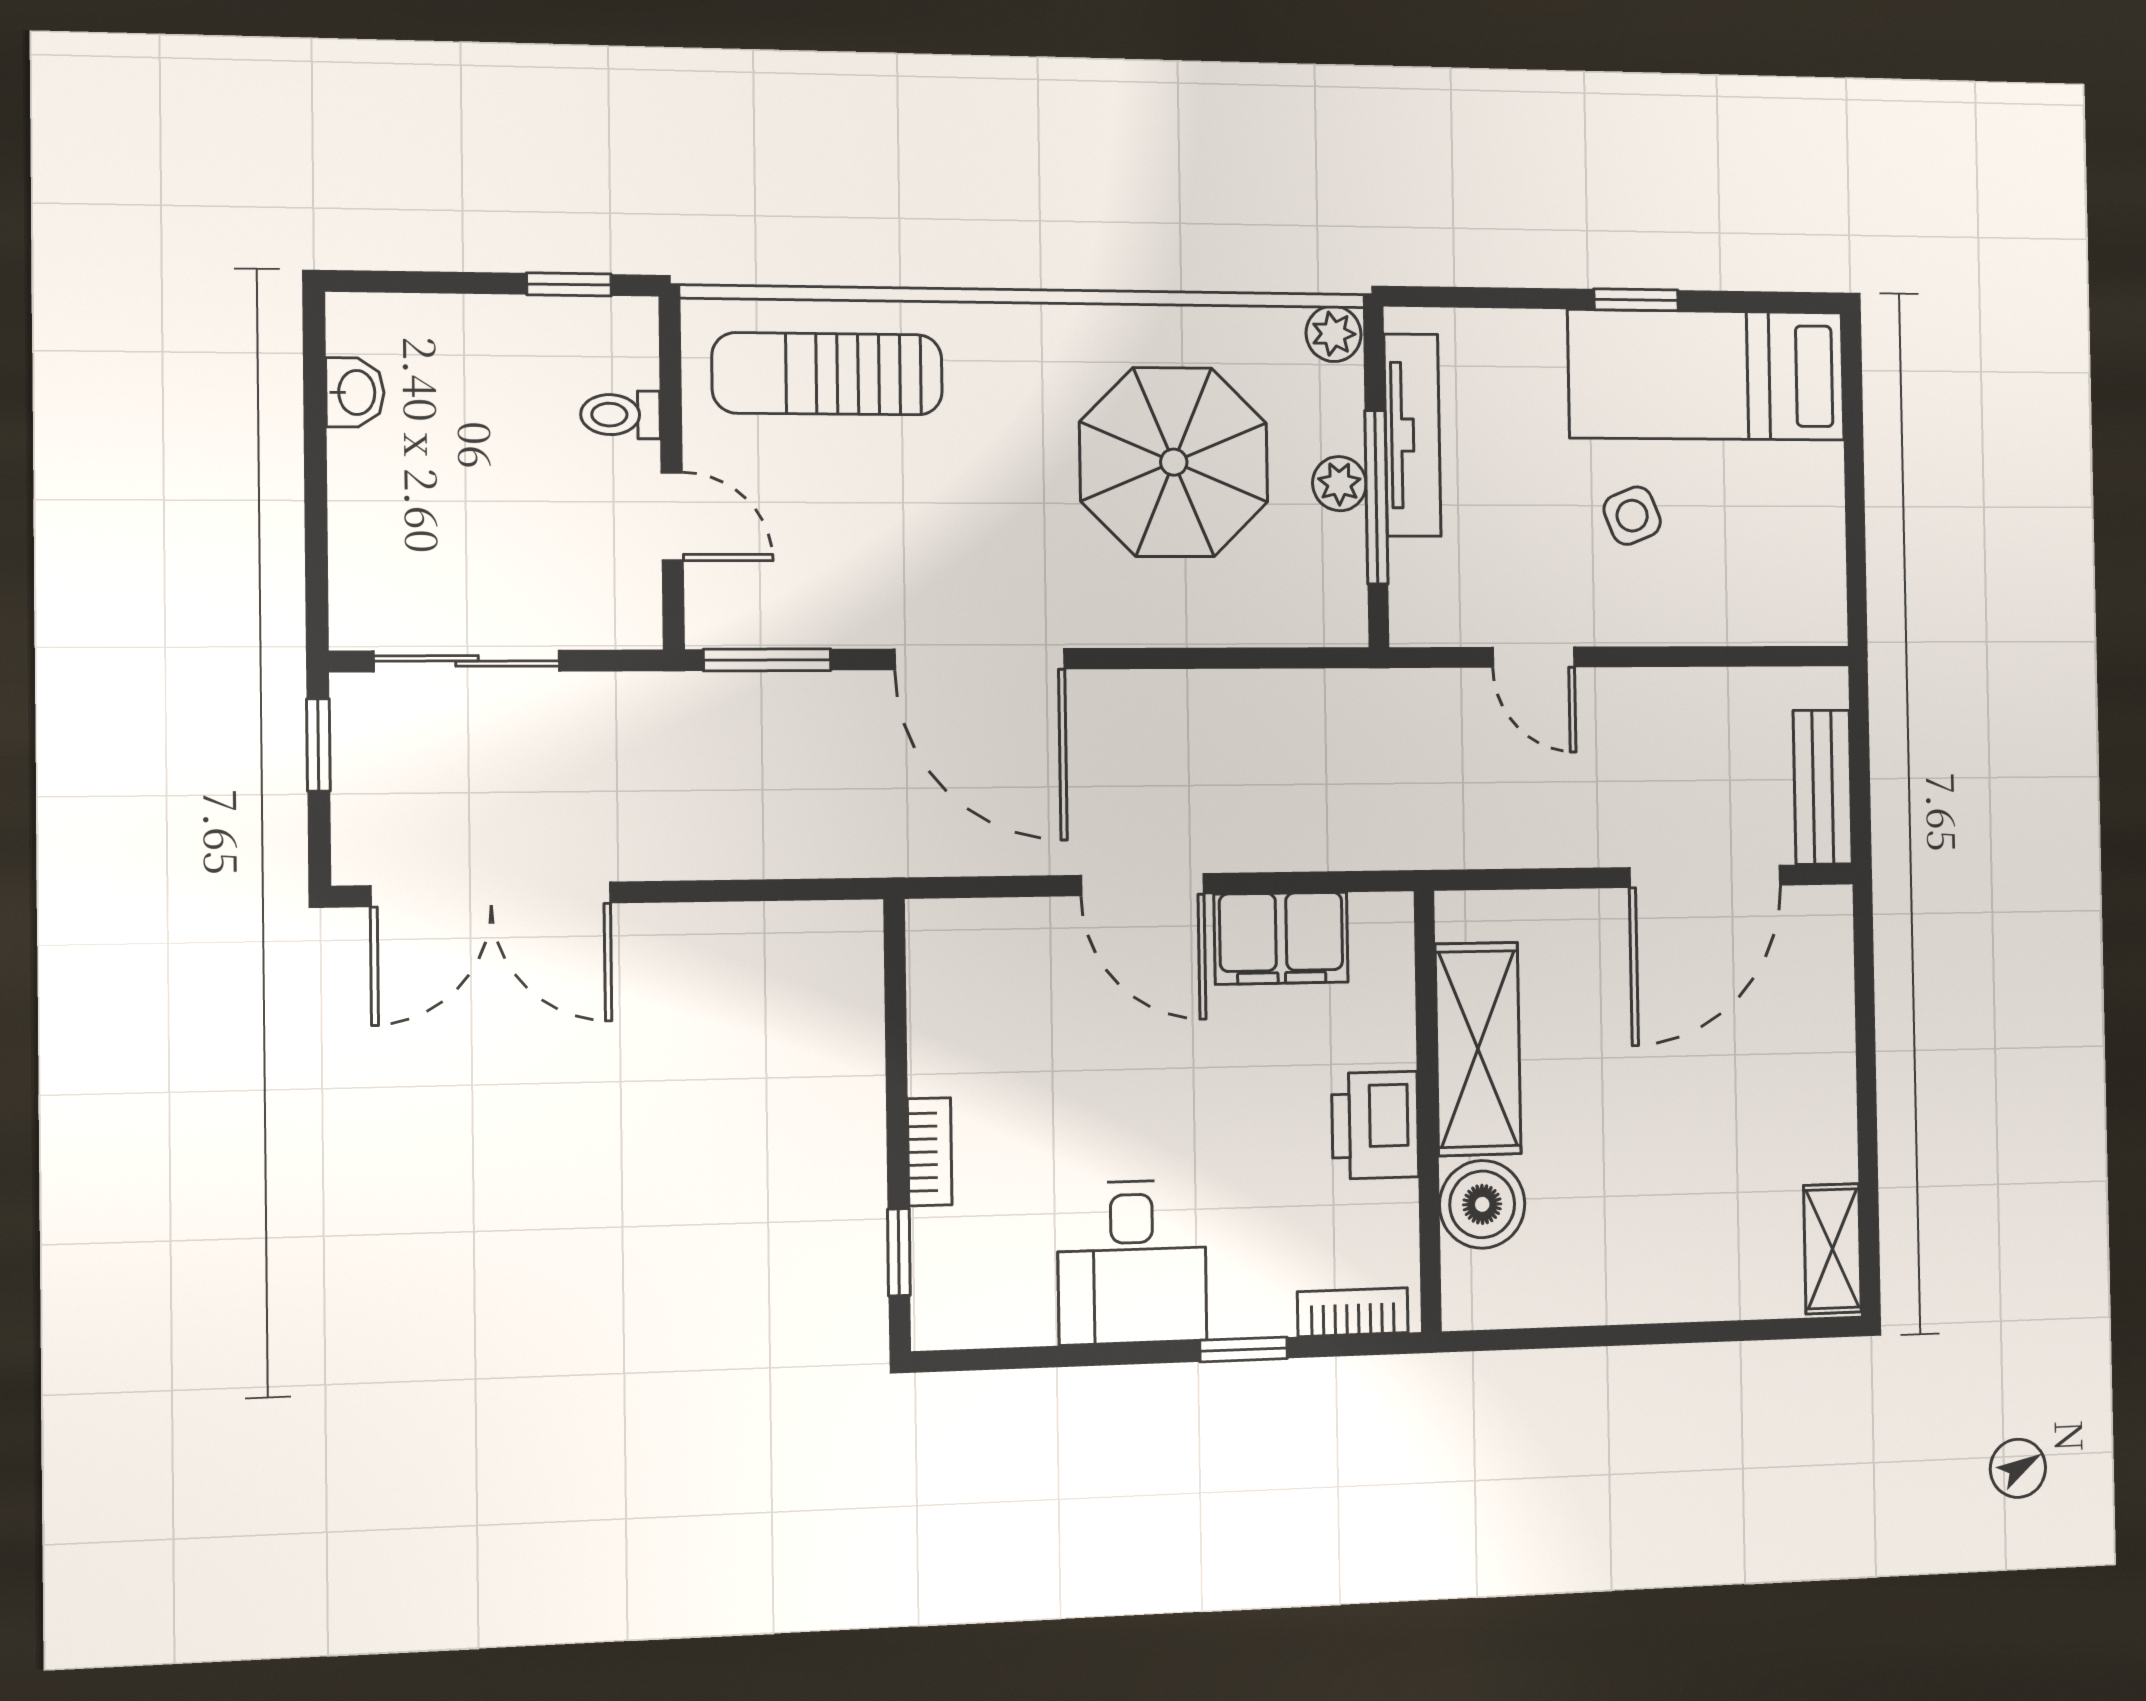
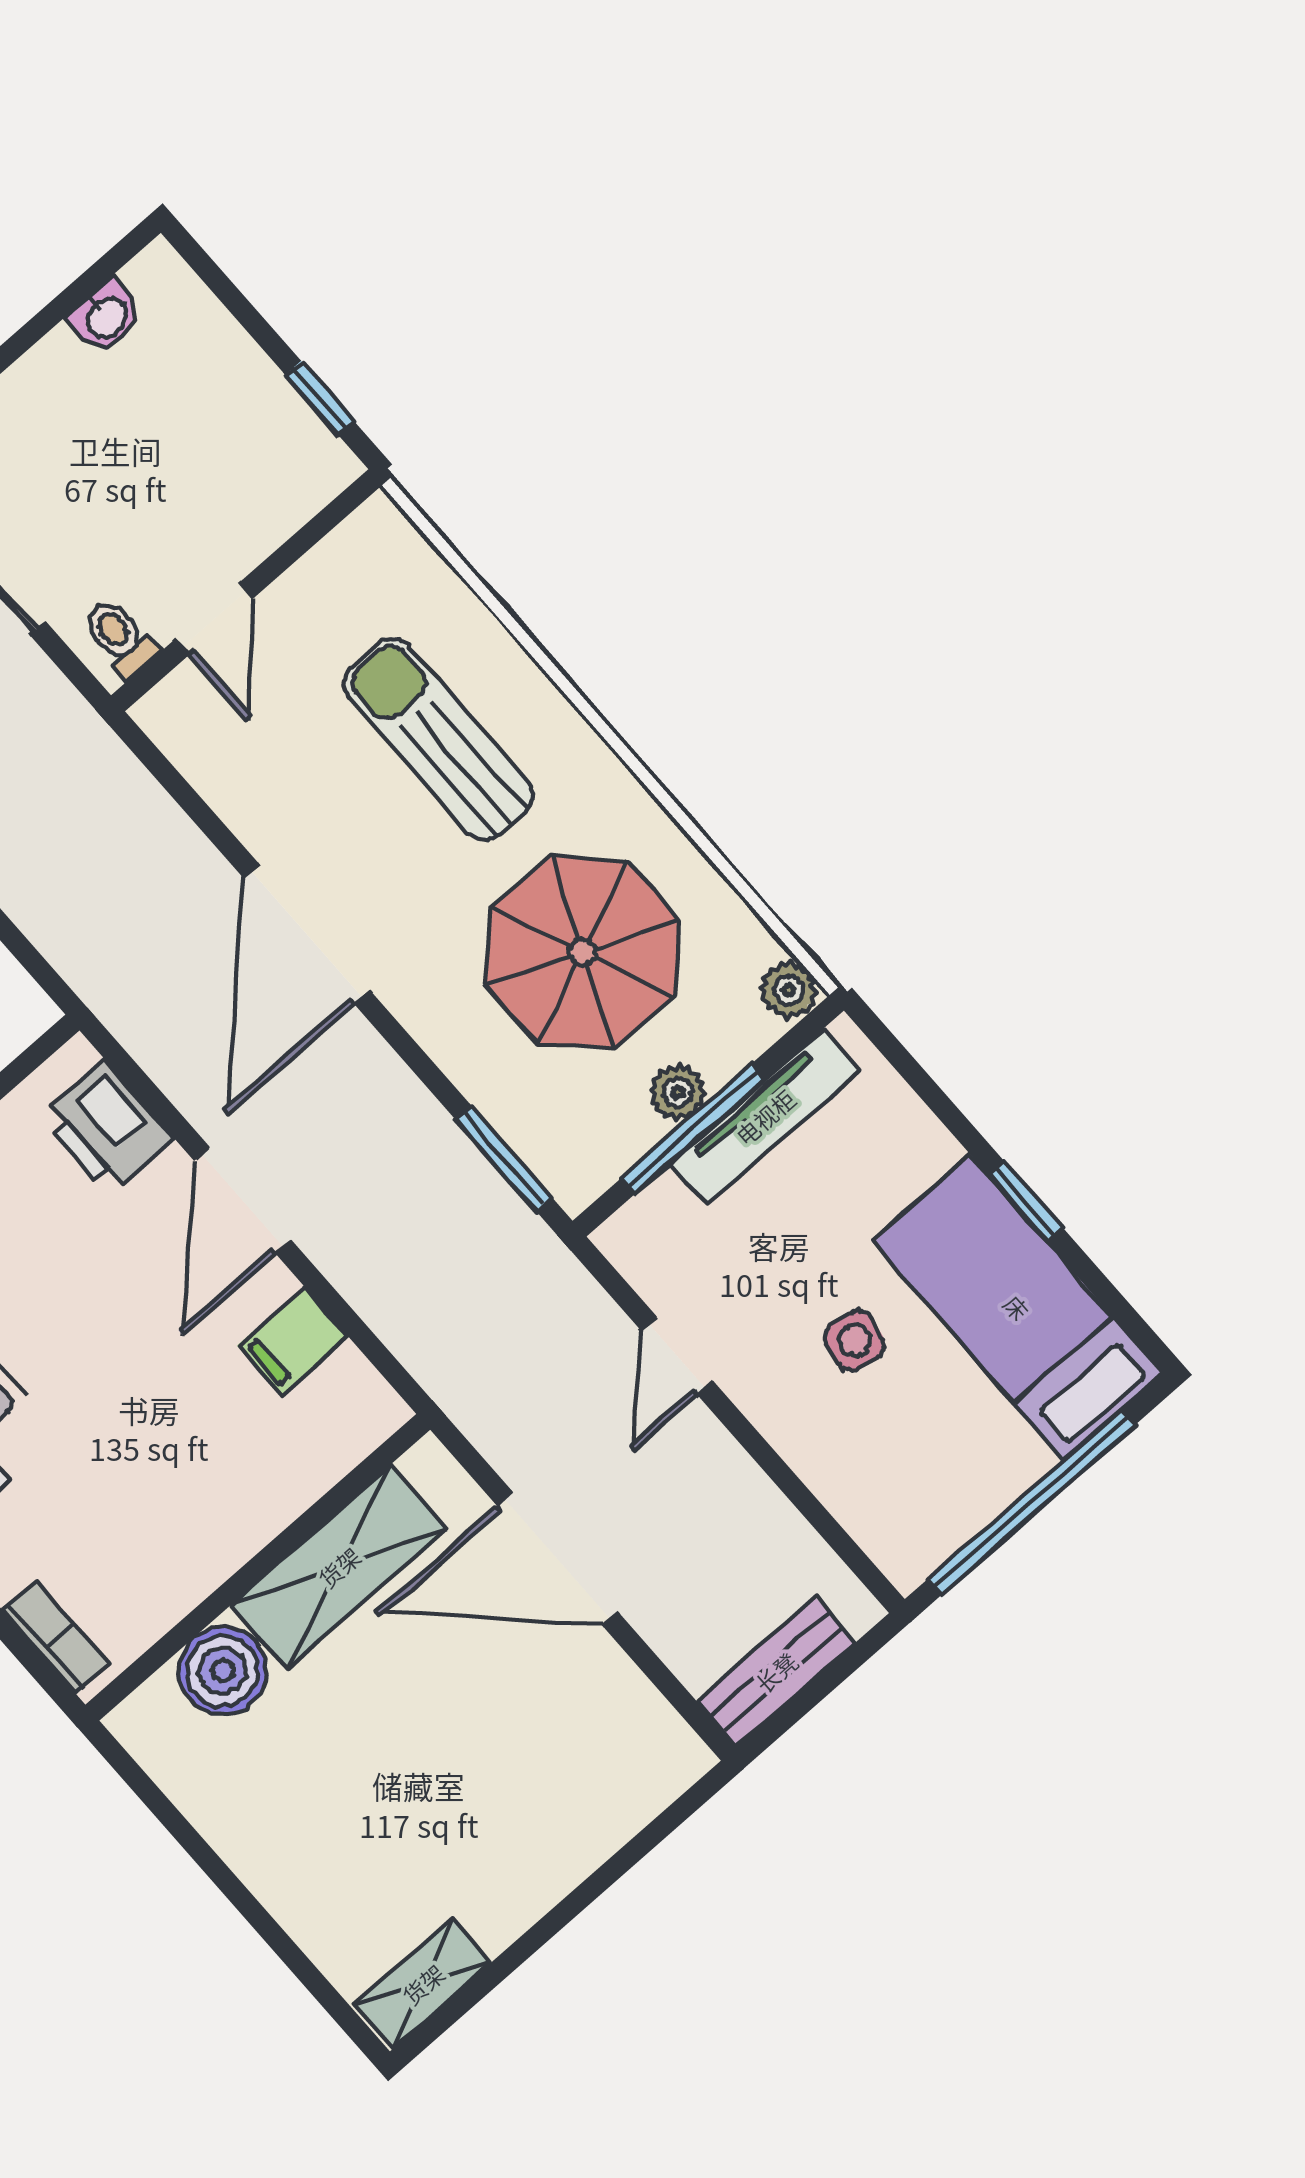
sun lounger: (827, 374) -> (439, 739), moved
toilet: (620, 415) -> (120, 637), moved
window: (1855, 491) -> (1031, 1502), added
side table: (1632, 516) -> (855, 1341), turned 33
window: (767, 660) -> (504, 1158), moved
door: (1705, 876) -> (557, 1559), moved
filing cabinet: (1281, 938) -> (293, 1341), width x0.50
printer: (1375, 1125) -> (107, 1128), moved, turned -90

